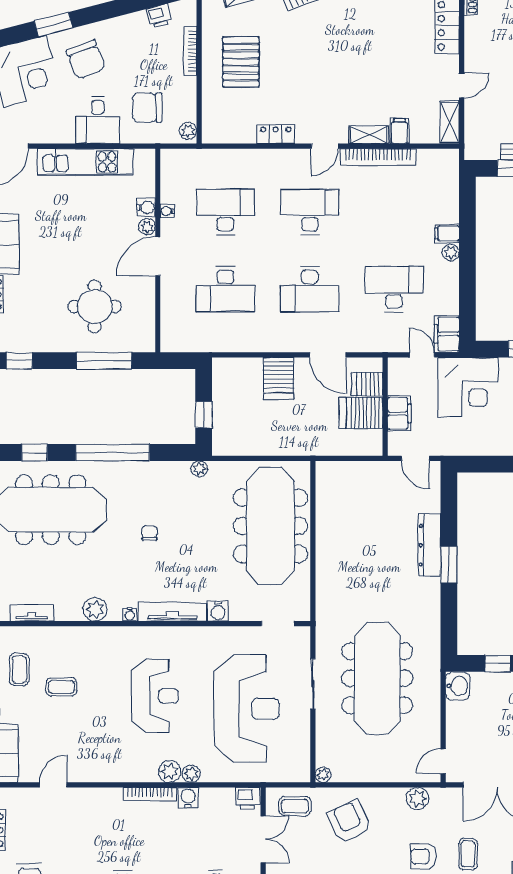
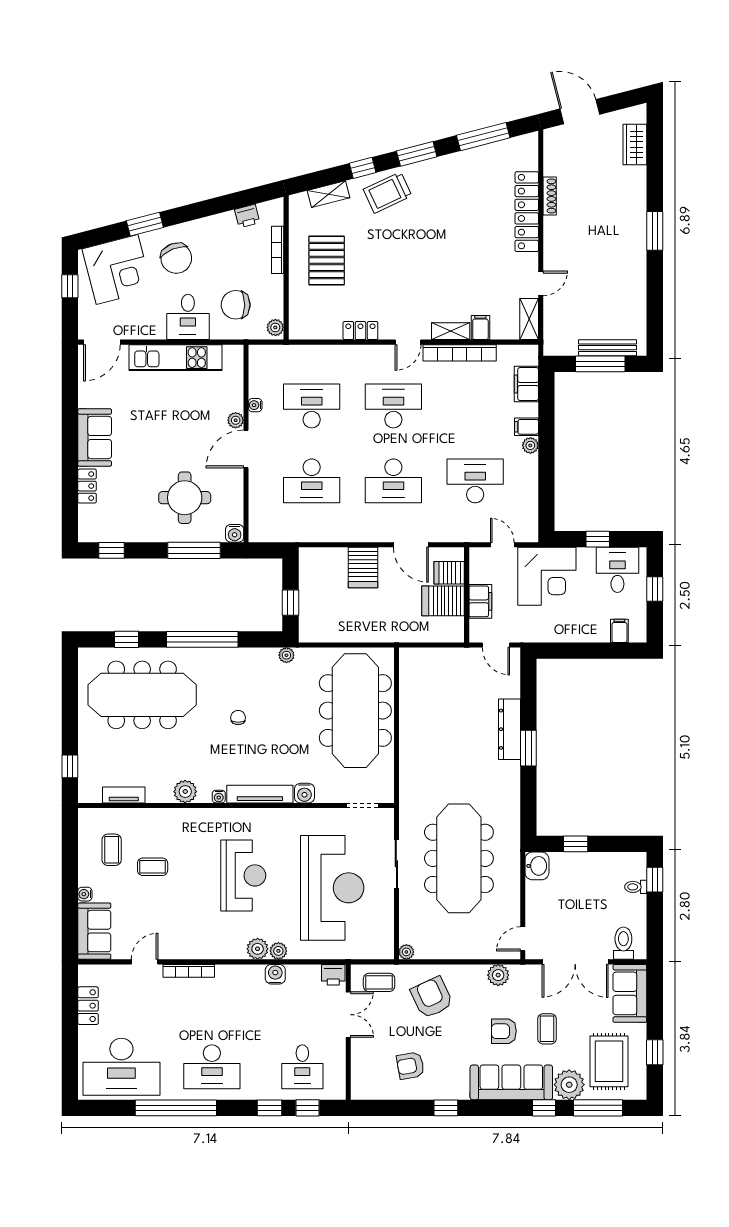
water cooler: (146, 207) -> (235, 533), moved, turned 90
filing cabinet: (447, 334) -> (526, 384), moved
bookcase: (150, 794) -> (189, 971), moved

